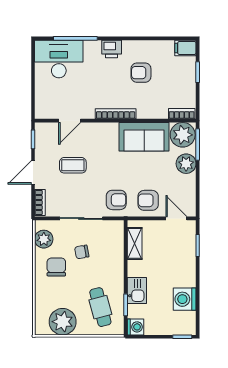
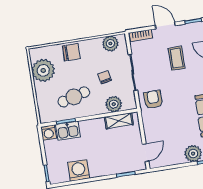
armchair: (116, 200) -> (153, 99), turned 180
armchair: (148, 200) -> (157, 126), removed
plant: (115, 246) -> (114, 104), added
chair: (56, 267) -> (71, 52), moved
kitchen sink: (137, 290) -> (68, 131), moved
cafe table: (100, 307) -> (74, 97), moved

